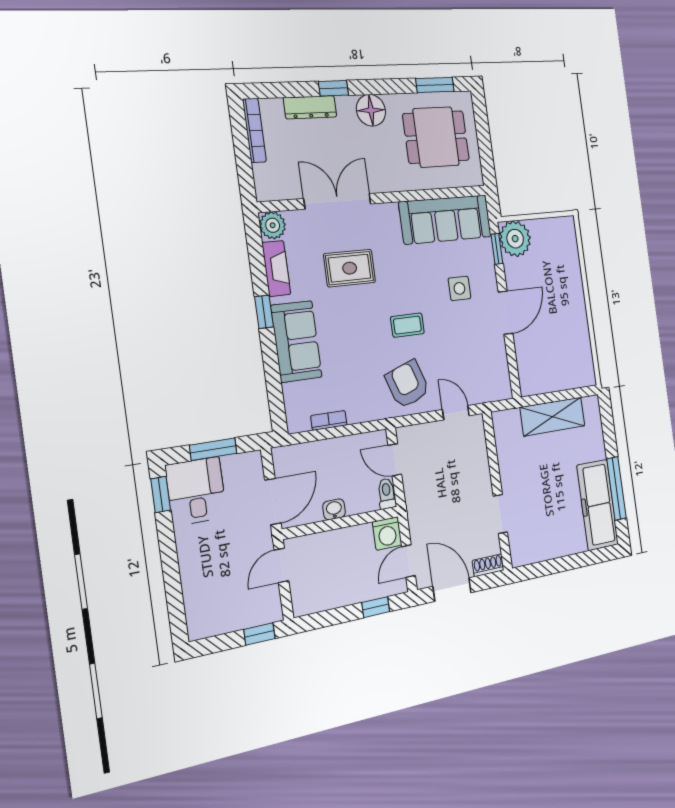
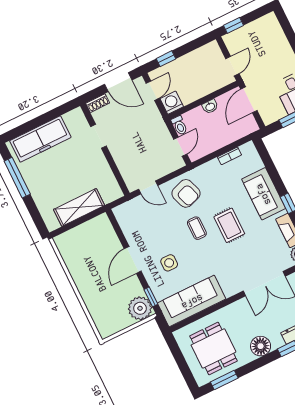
dining table: (436, 137) -> (213, 348), turned 90
rug: (350, 268) -> (229, 225), moved, turned 90
coffee table: (407, 325) -> (197, 228), turned 90
door: (395, 460) -> (180, 147), hinge flipped
freezer: (598, 505) -> (40, 139), moved, turned 90

